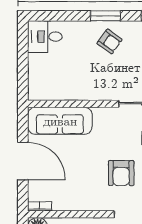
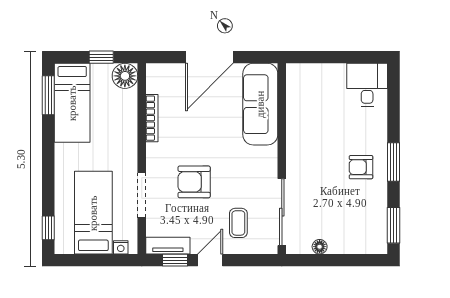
armchair: (110, 41) -> (361, 167), turned 54
bookcase: (40, 206) -> (152, 118), moved, width x1.56

